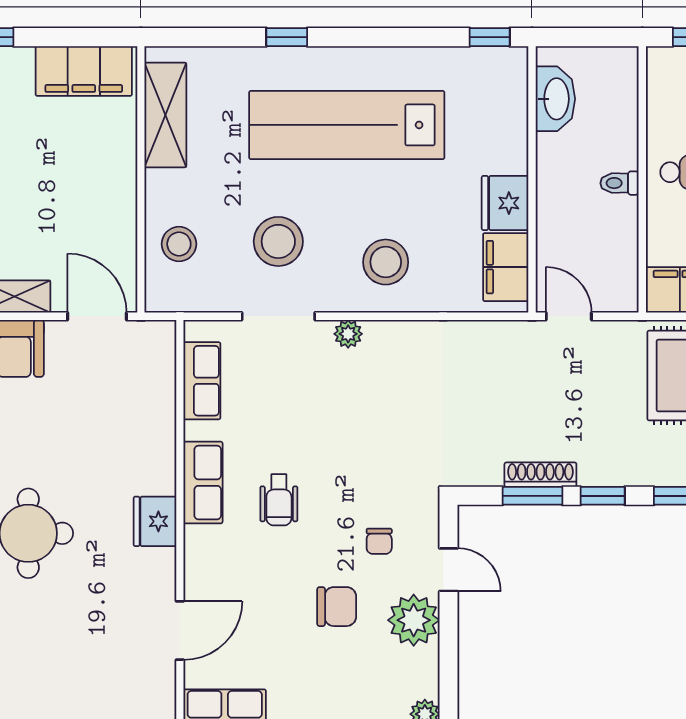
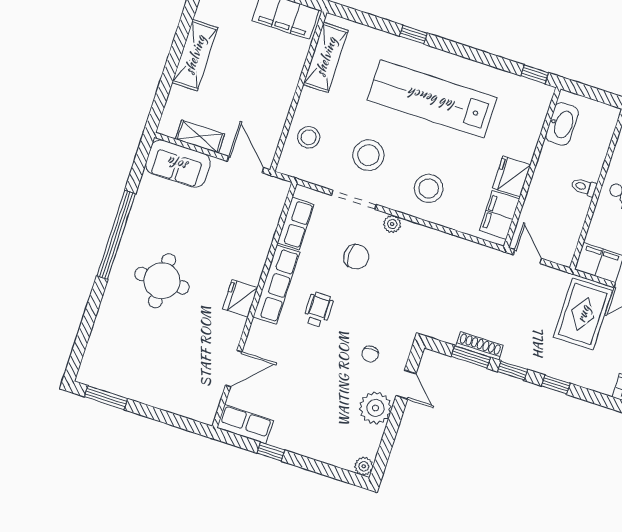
row of seats: (203, 483) -> (276, 285), width x1.48
wheelchair: (279, 500) -> (318, 310), turned 180
chair: (337, 607) -> (356, 257), moved

